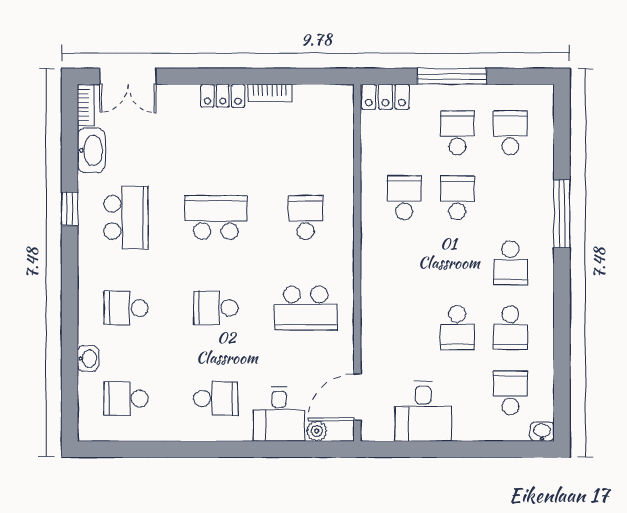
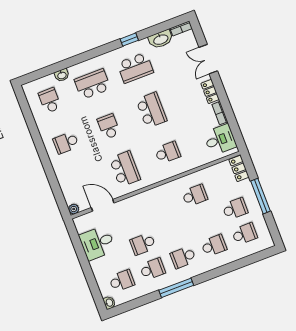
double door: (128, 76) -> (208, 59), moved
school desk: (457, 198) -> (214, 246), moved
window: (562, 214) -> (176, 288), moved
school desk: (126, 308) -> (92, 84), width x1.85
school desk: (306, 308) -> (125, 169), turned 180
school desk: (510, 328) -> (152, 269), turned 180
door: (357, 397) -> (103, 205), moved
school desk: (216, 399) -> (66, 143), turned 90
desk: (279, 414) -> (220, 140), moved, turned 180
plant: (317, 431) -> (74, 209), moved

